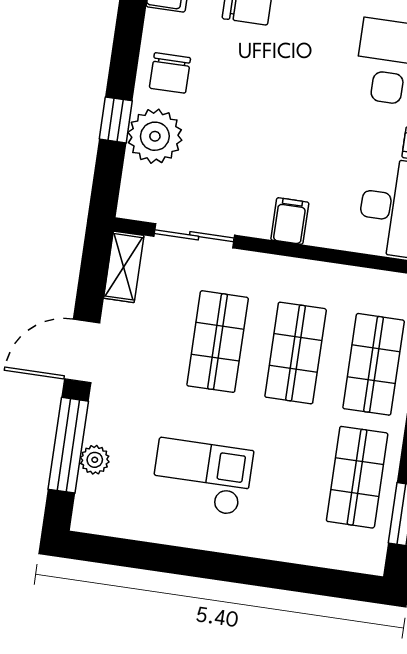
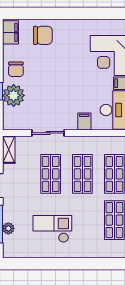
filing cabinet: (290, 221) -> (84, 122), moved
sliding door: (194, 236) -> (48, 133), moved

